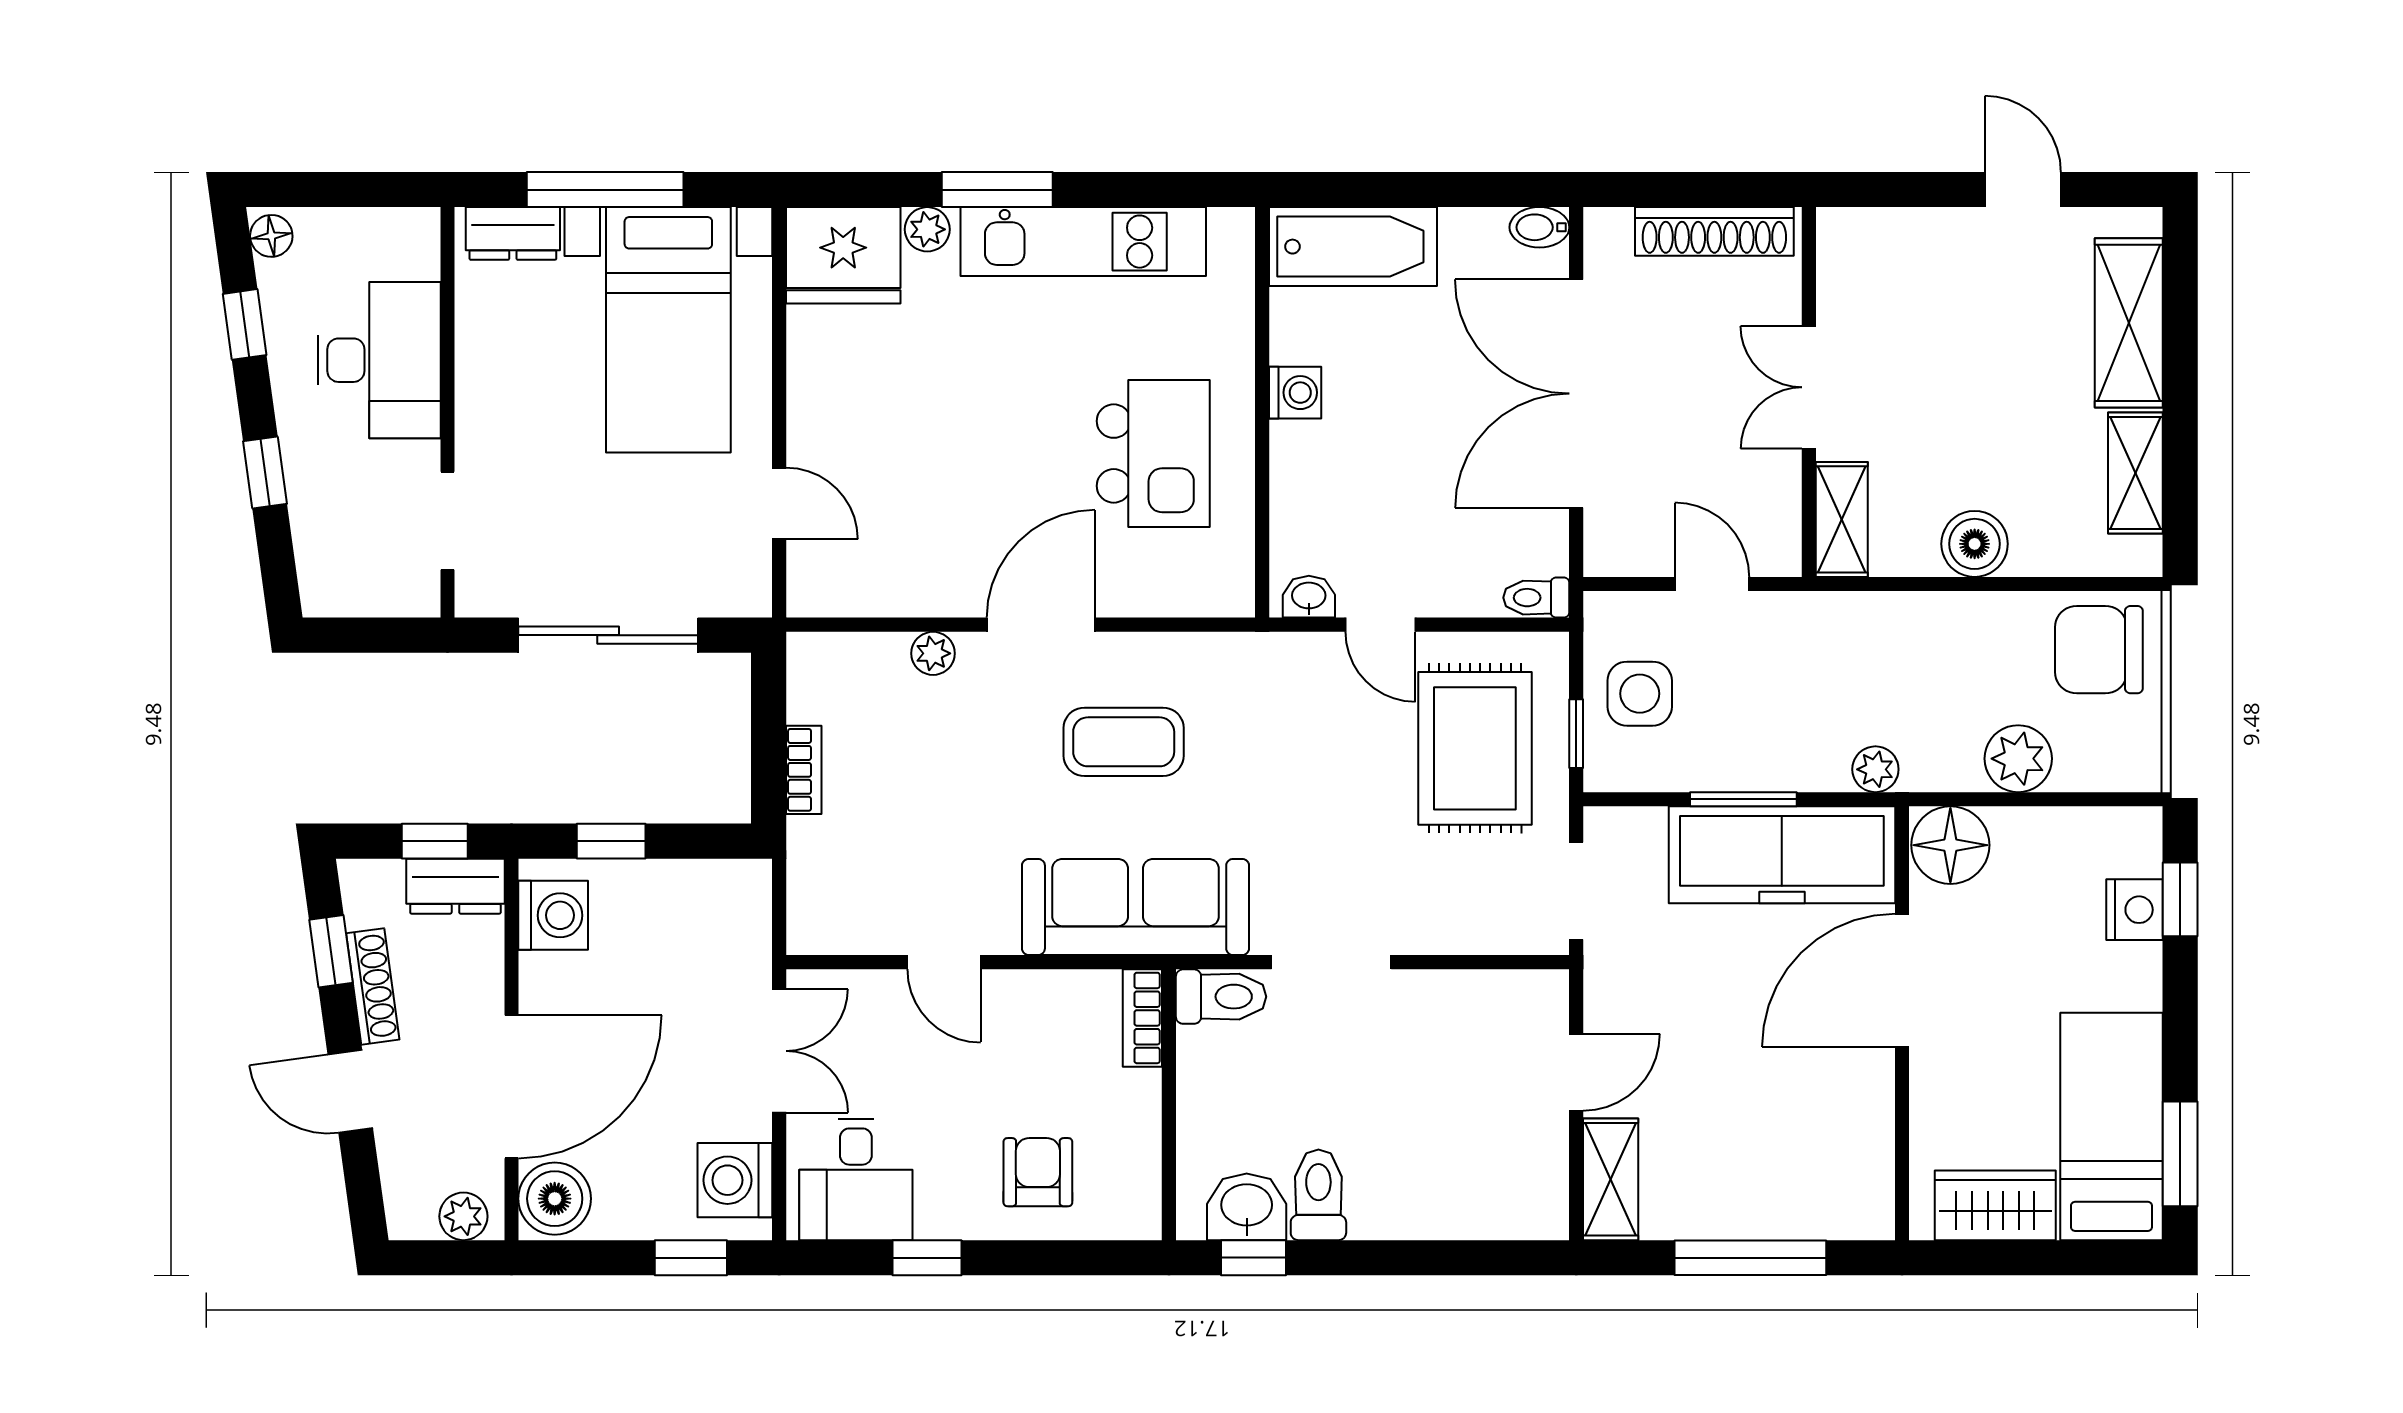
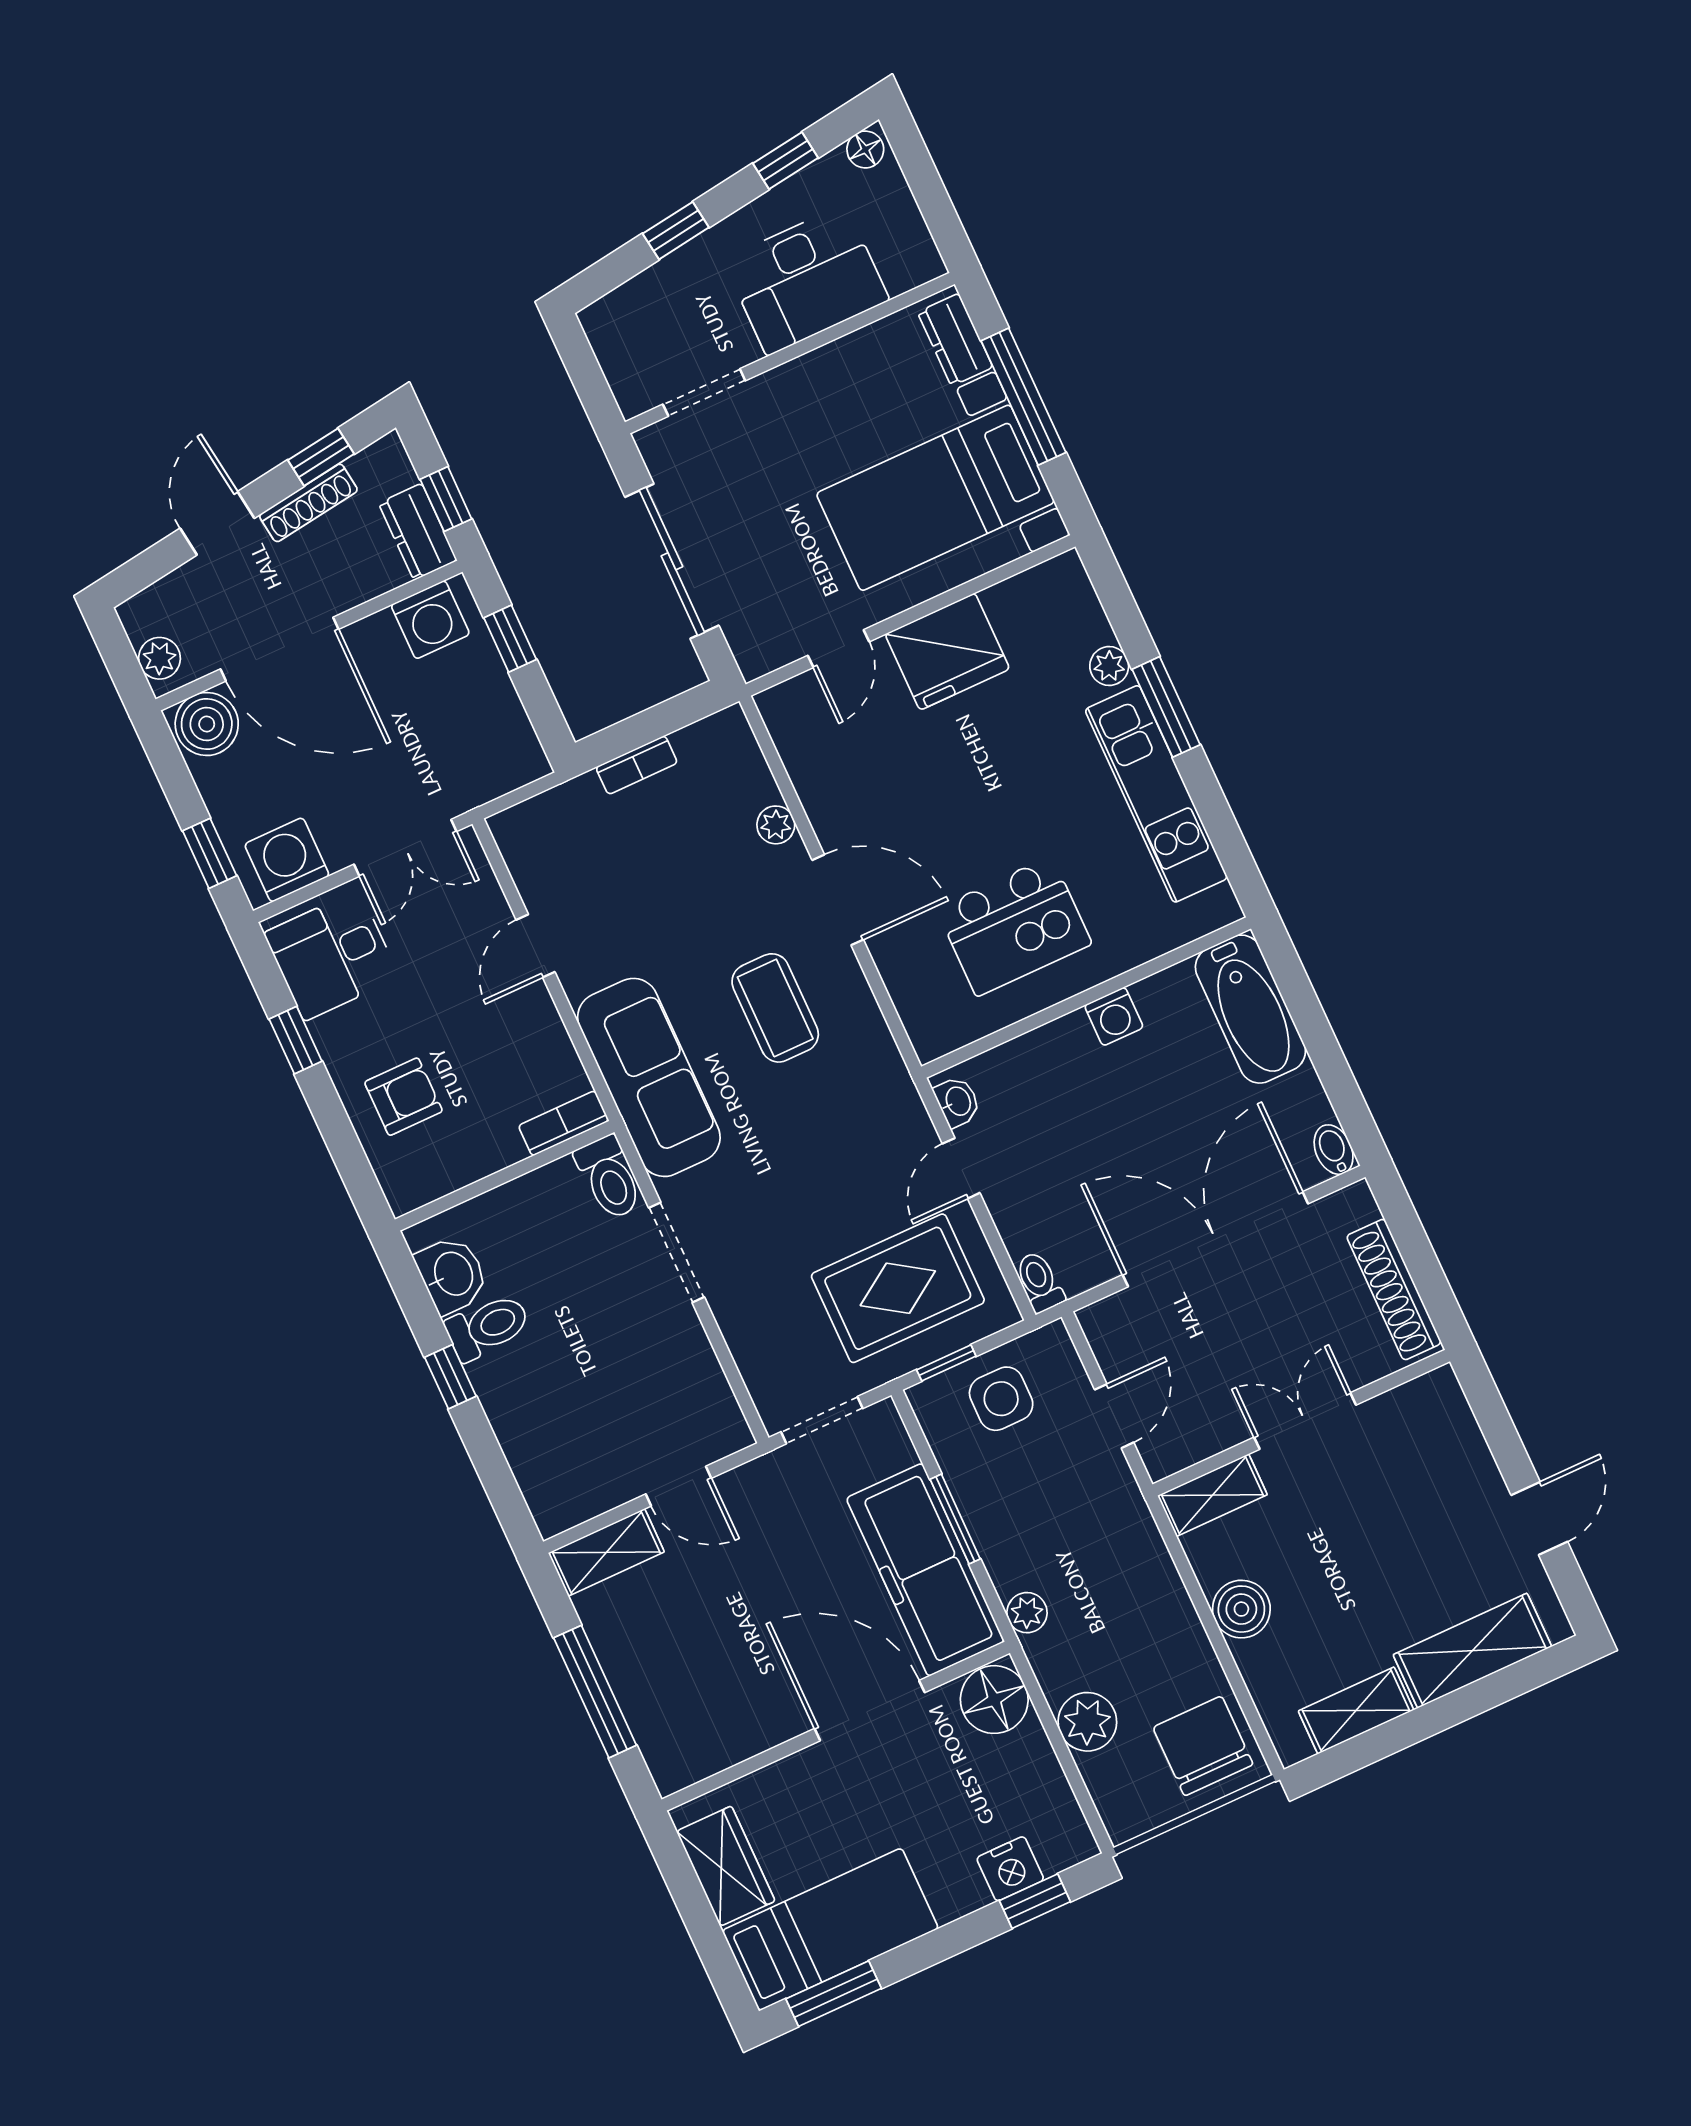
fridge: (843, 255) -> (947, 652), moved, turned -90
window: (1254, 1258) -> (450, 1377), moved

